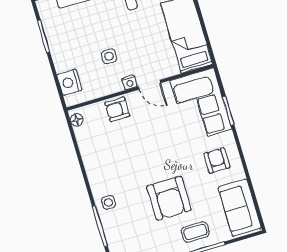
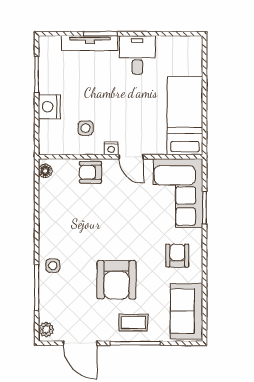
side table: (109, 56) -> (86, 128), moved
nightstand: (69, 82) -> (49, 107), moved

